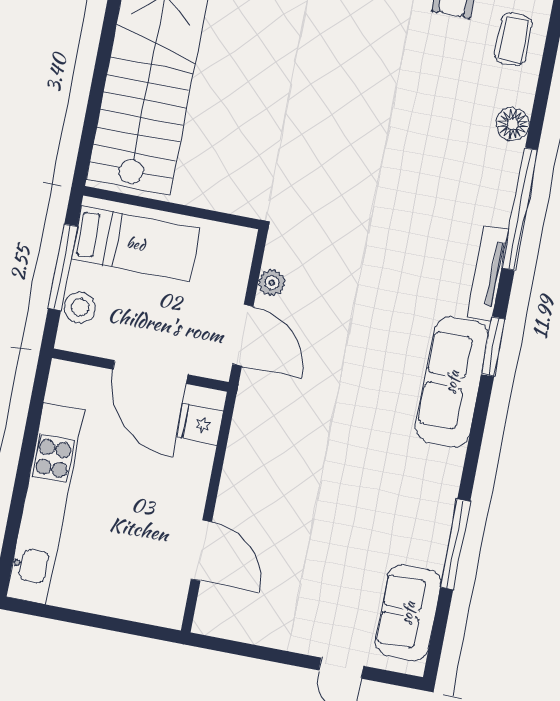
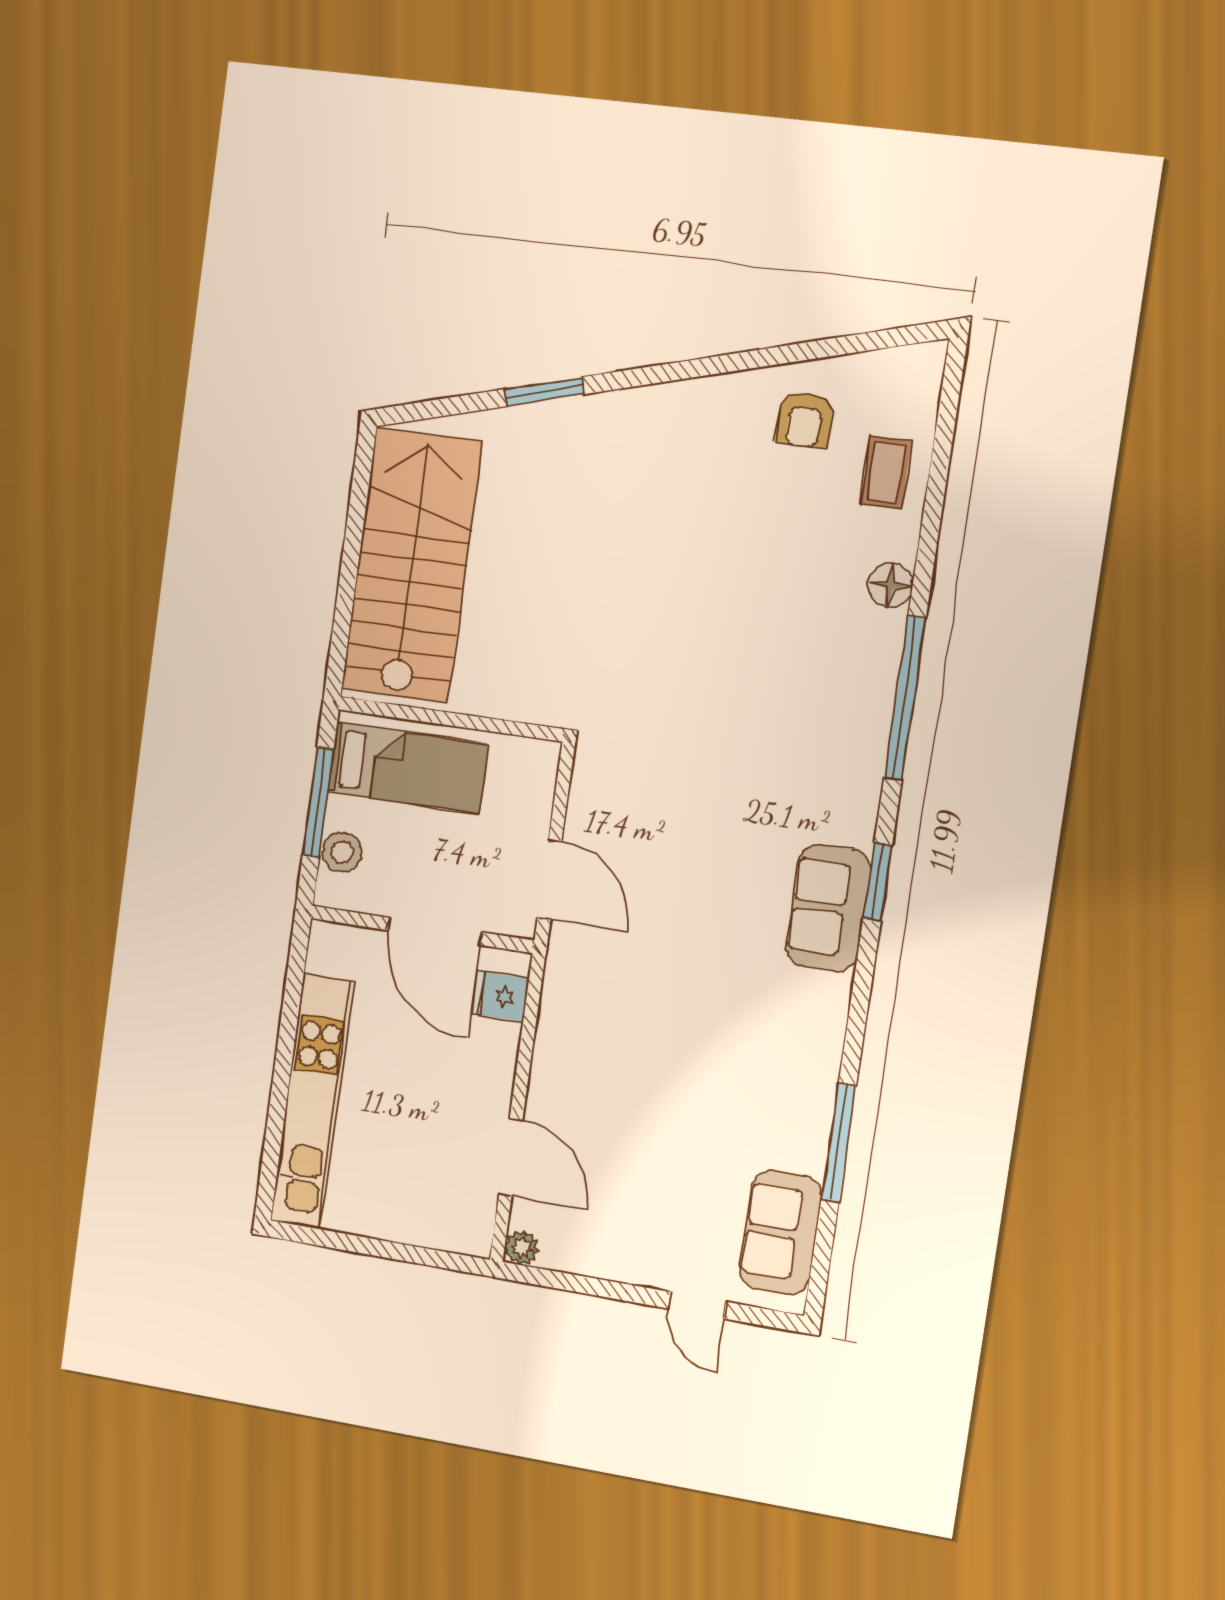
tv unit: (488, 273) -> (866, 785), removed
plant: (272, 283) -> (522, 1248), moved
sofa: (452, 382) -> (828, 908), width x0.73

